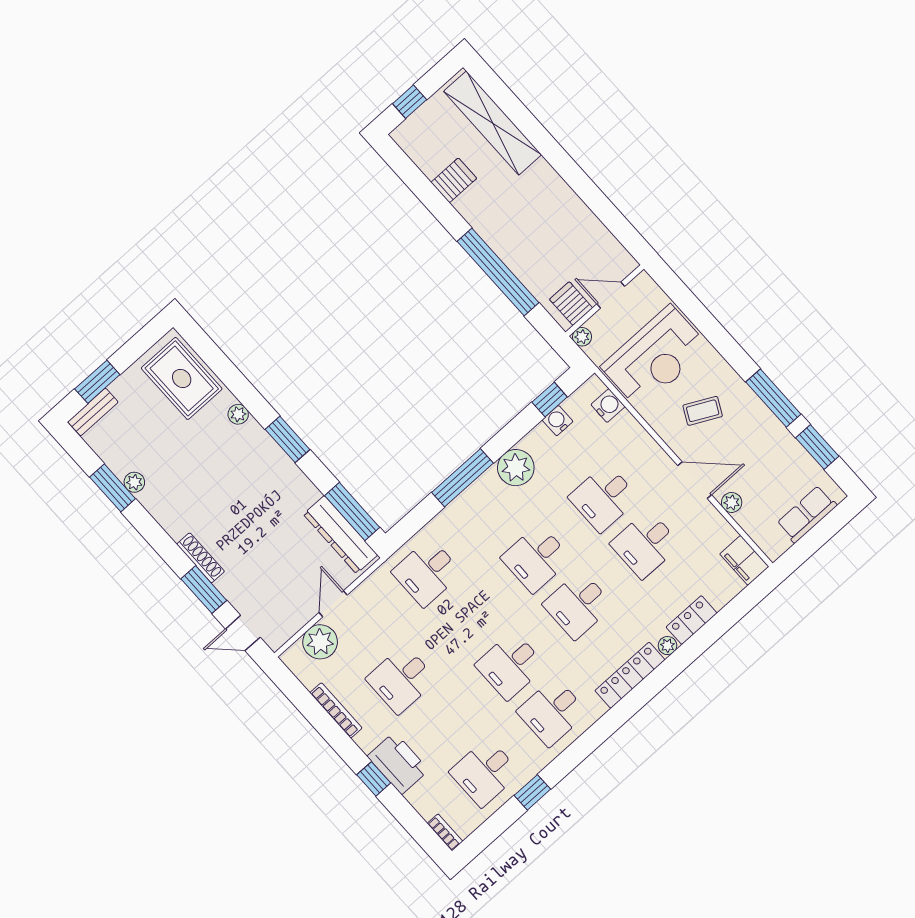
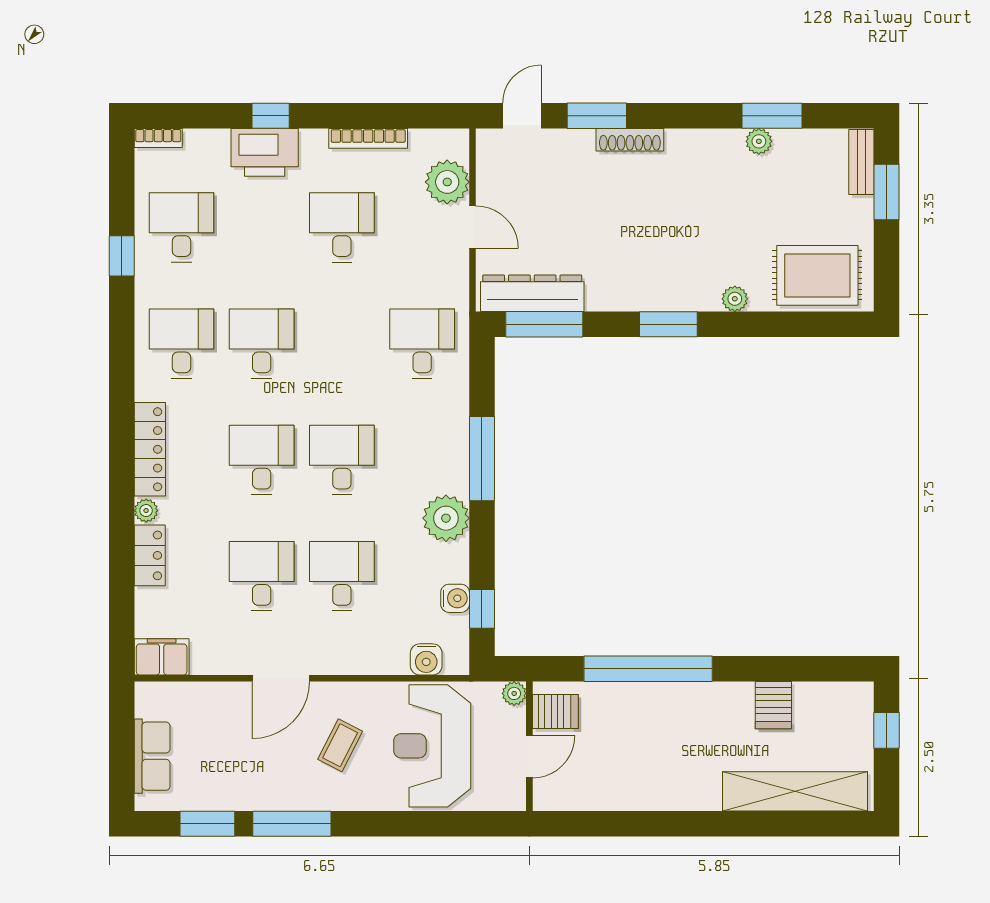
plant: (732, 502) -> (228, 694), removed

